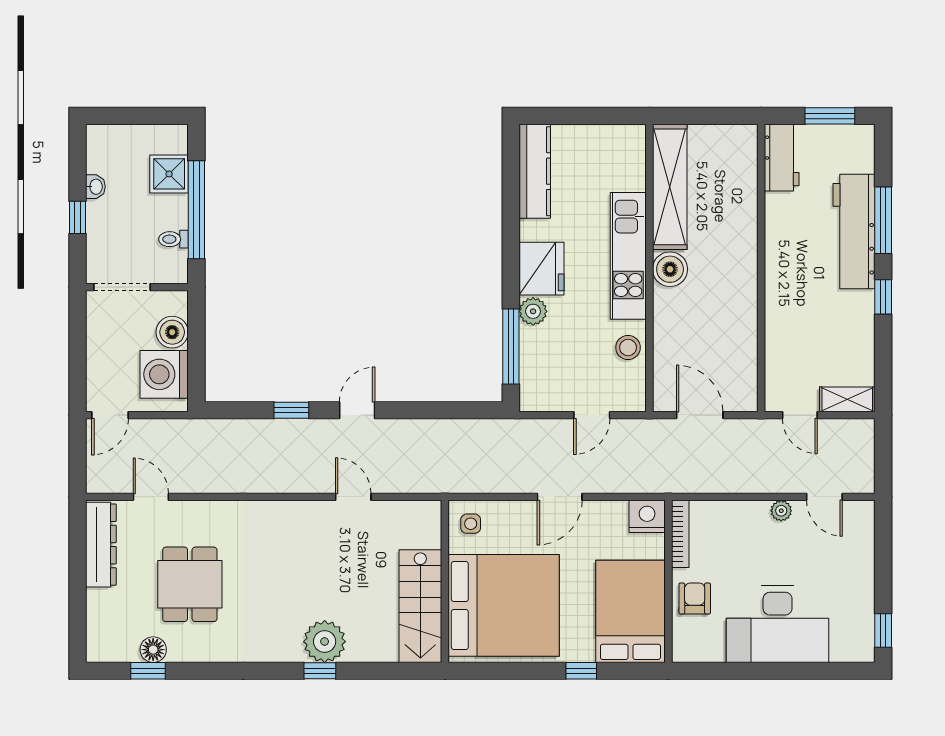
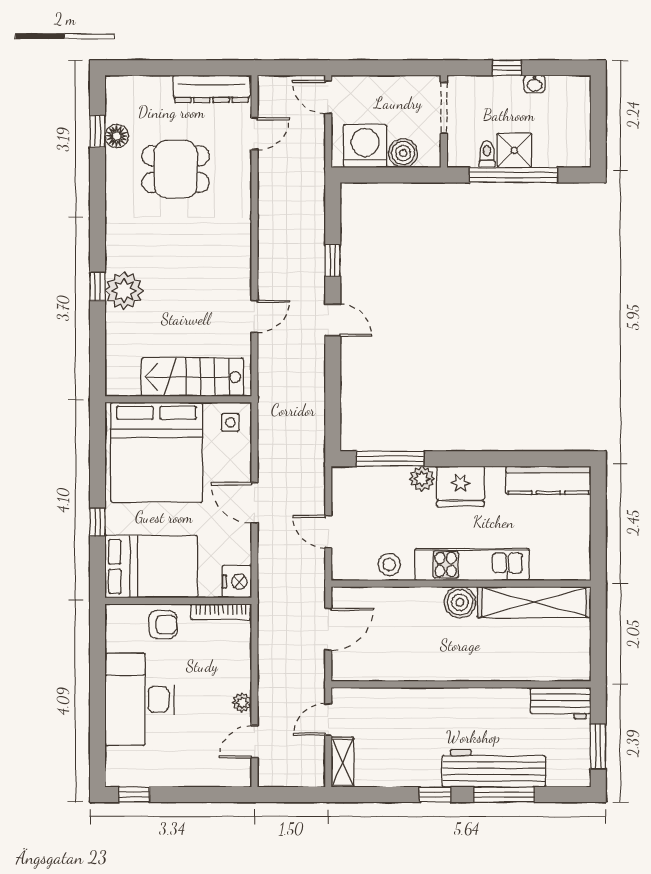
shower: (169, 174) -> (514, 150), moved
stairs: (420, 606) -> (192, 377), moved

